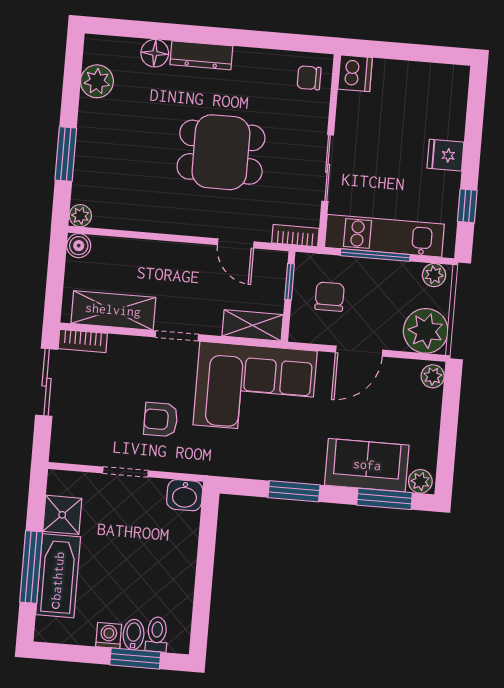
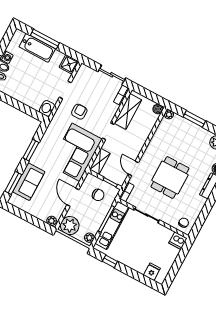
fridge: (445, 155) -> (152, 272), moved
door: (236, 243) -> (133, 168), hinge flipped
plant: (420, 481) -> (14, 199), removed
shower: (62, 515) -> (69, 64), moved

